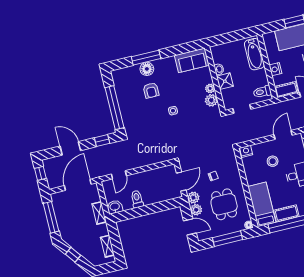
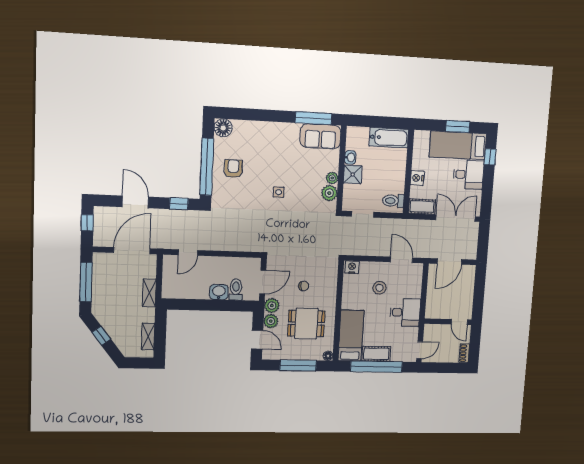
bathtub: (254, 54) -> (389, 138), moved, turned -90
window: (146, 58) -> (313, 118), moved
floor lamp: (147, 69) -> (223, 128), moved
armchair: (151, 90) -> (233, 169), moved, turned 180
door: (283, 135) -> (401, 260), hinge flipped
toilet: (137, 199) -> (236, 290), moved
dining table: (224, 204) -> (306, 324), turned 90
washbasin: (115, 207) -> (219, 292), moved

